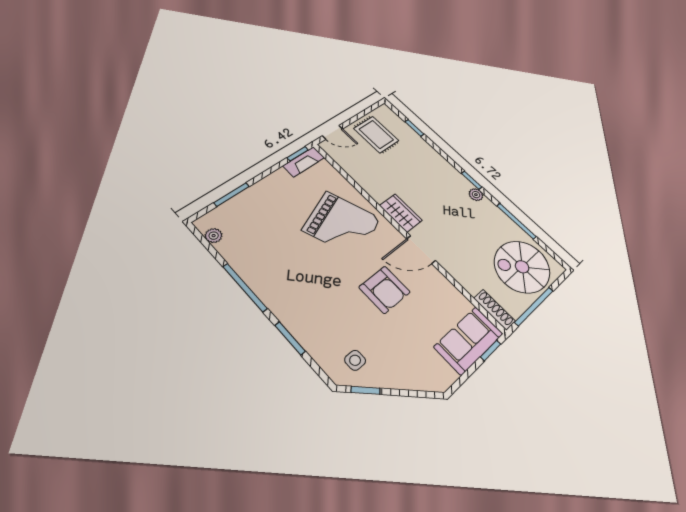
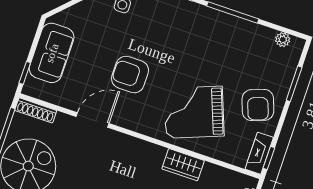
armchair: (278, 197) -> (258, 105), added
wardrobe: (401, 213) -> (183, 165), moved
door: (421, 250) -> (93, 120), moved
sofa: (469, 340) -> (52, 53), moved

